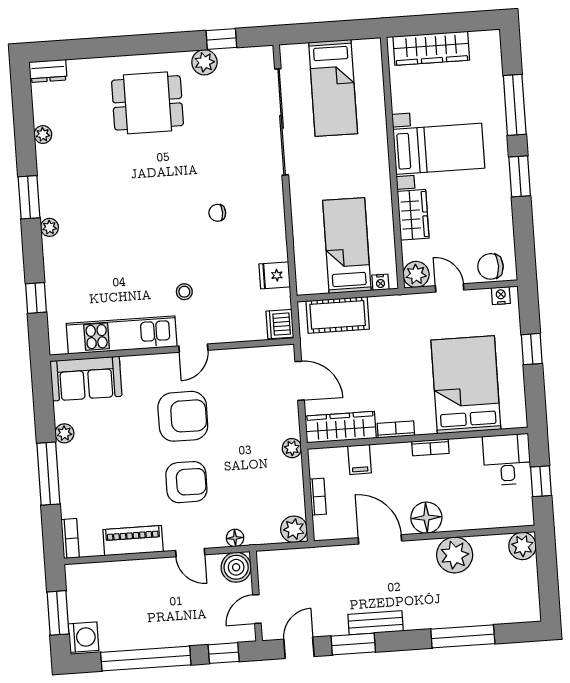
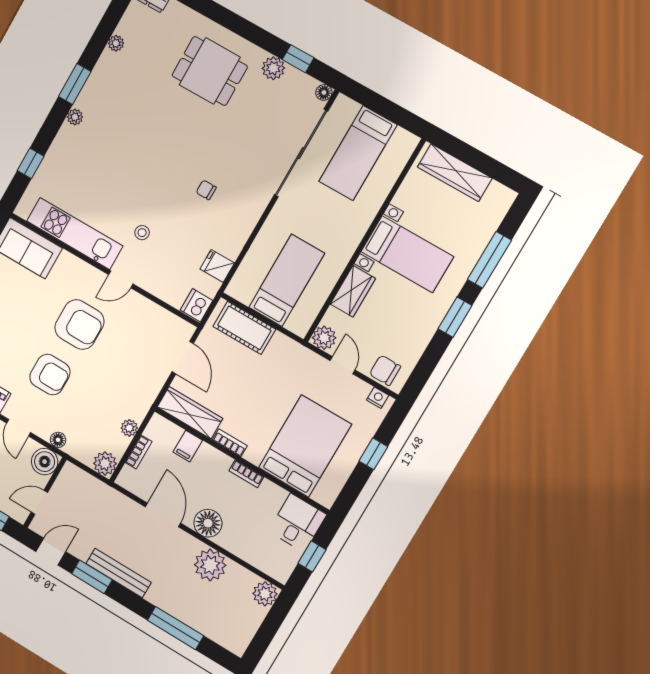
floor lamp: (265, 54) -> (324, 92), added
nightstand: (380, 282) -> (293, 325), removed
plant: (292, 448) -> (129, 428), moved
bench: (376, 623) -> (119, 573), width x1.36

